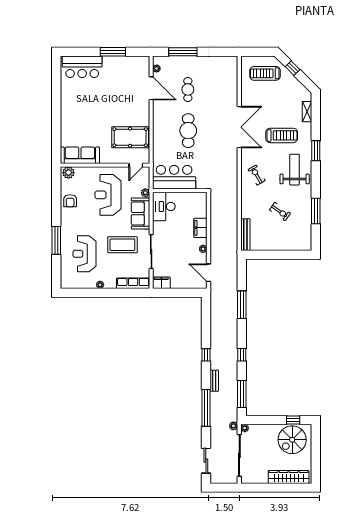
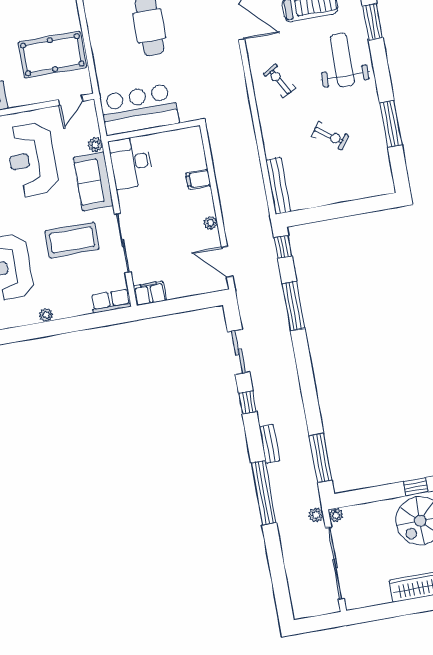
filing cabinet: (200, 228) -> (198, 179), width x0.50
row of seats: (133, 283) -> (111, 301), width x0.68
window: (242, 355) -> (283, 247), moved
sliding door: (206, 461) -> (239, 352), moved

